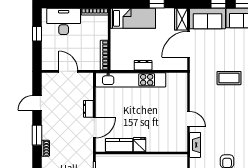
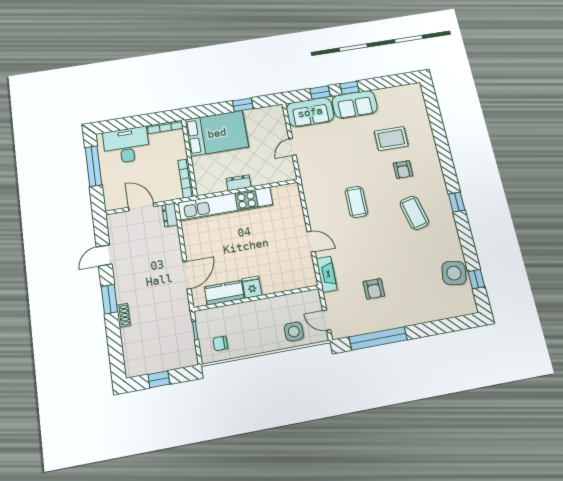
bed: (133, 18) -> (217, 133), width x1.50
wardrobe: (181, 19) -> (277, 118), removed
window: (37, 34) -> (93, 166), width x2.17
door: (189, 44) -> (292, 147), width x0.53
coffee table: (229, 78) -> (356, 202), moved, turned 90
dresser: (88, 109) -> (170, 215), moved

